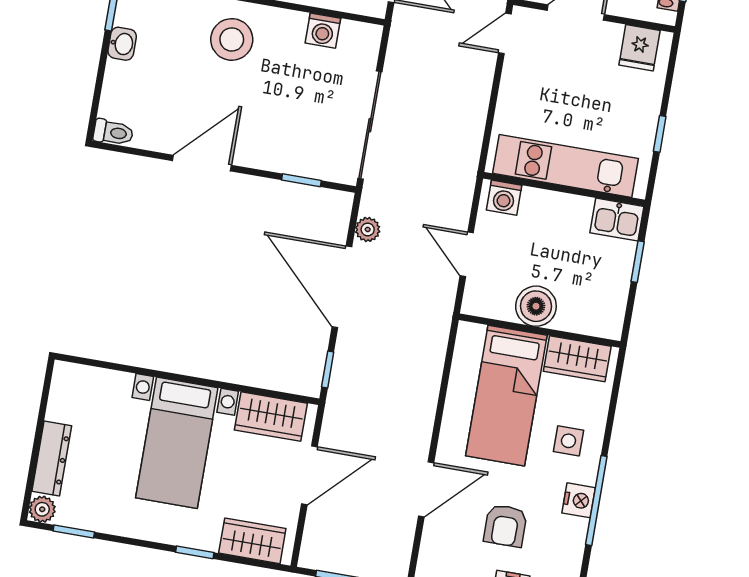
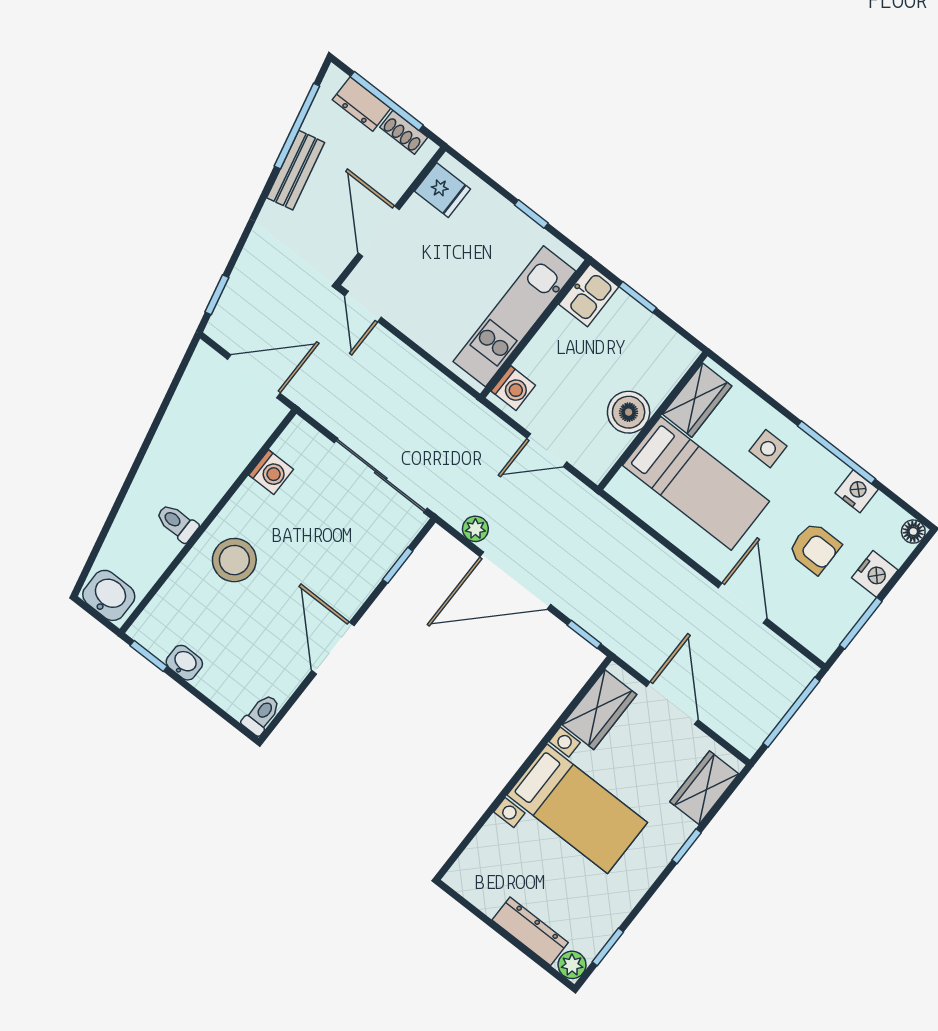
nightstand: (579, 500) -> (857, 491), moved

